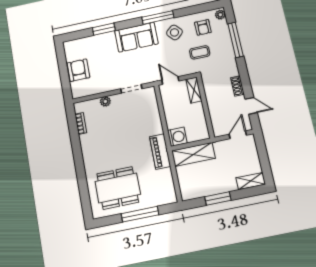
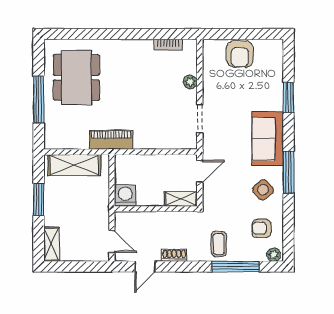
coffee table: (200, 52) -> (219, 244), moved
armchair: (78, 70) -> (240, 54), turned 90
washing machine: (177, 137) -> (125, 196), moved, turned 180
shelving: (193, 154) -> (74, 165), moved, turned 90

